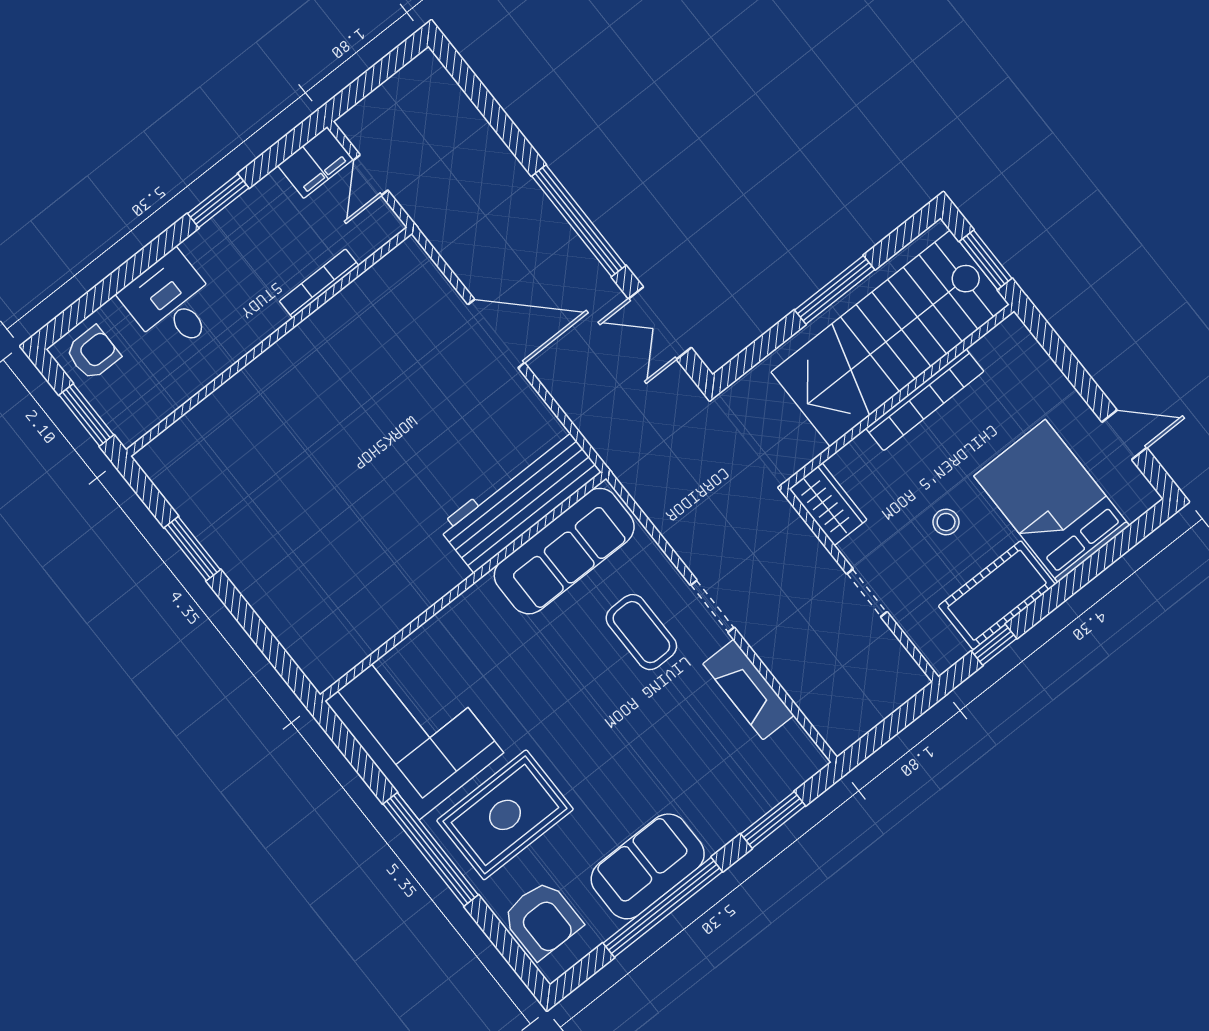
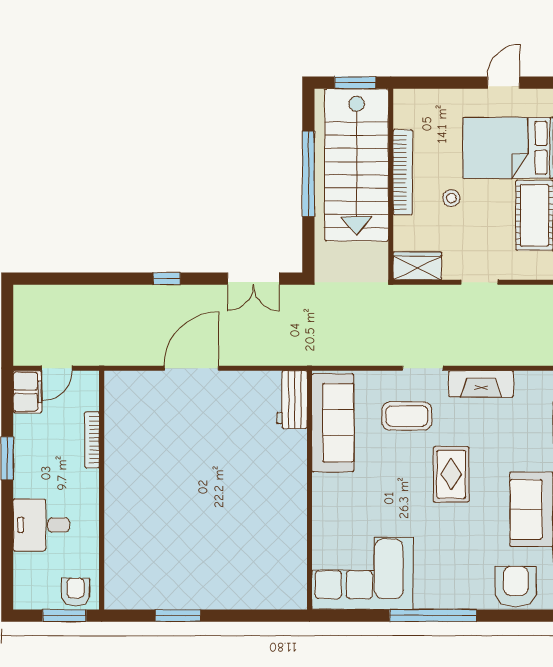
door: (371, 175) -> (57, 368), hinge flipped
window: (579, 221) -> (167, 279), width x0.32
window: (835, 290) -> (308, 174), width x1.46
armchair: (93, 353) -> (75, 592), moved
workbench: (519, 500) -> (292, 400), width x0.53, depth x0.76
stool: (946, 522) -> (451, 198), moved
rug: (505, 815) -> (451, 474), moved, width x0.73, depth x0.70
armchair: (542, 920) -> (516, 587), turned -90

